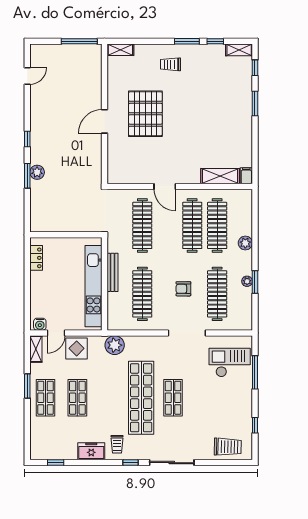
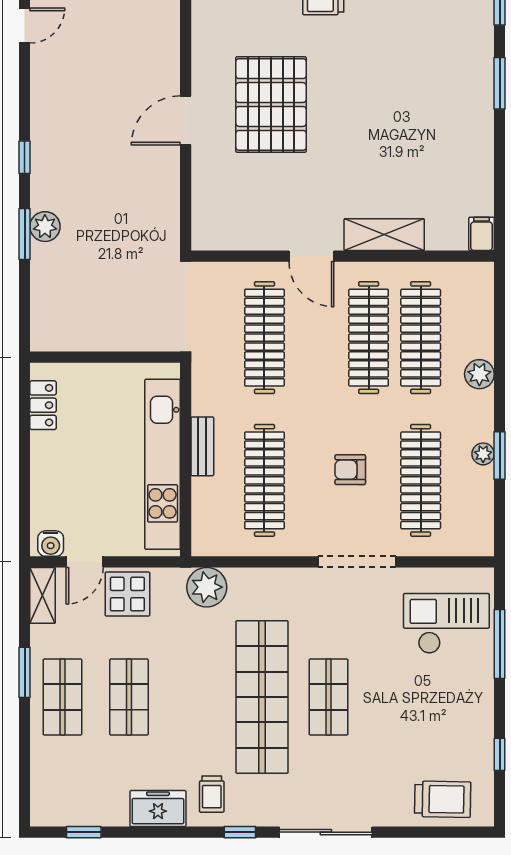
shelving: (220, 176) -> (384, 235), moved
bench: (112, 272) -> (202, 446), width x0.73

